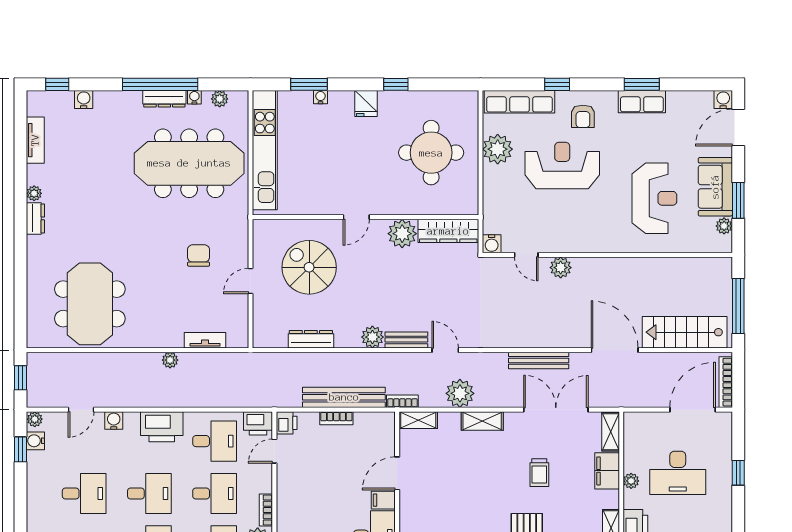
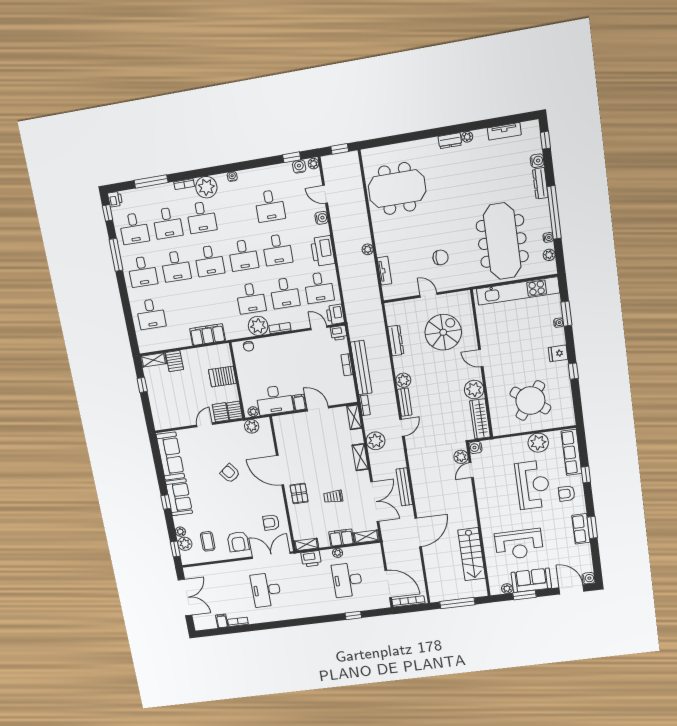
dresser: (164, 99) -> (540, 183), moved
round table: (431, 153) -> (530, 401), turned 37
plant: (561, 268) -> (461, 457), moved
stairs: (685, 332) -> (472, 554), moved, turned 180

